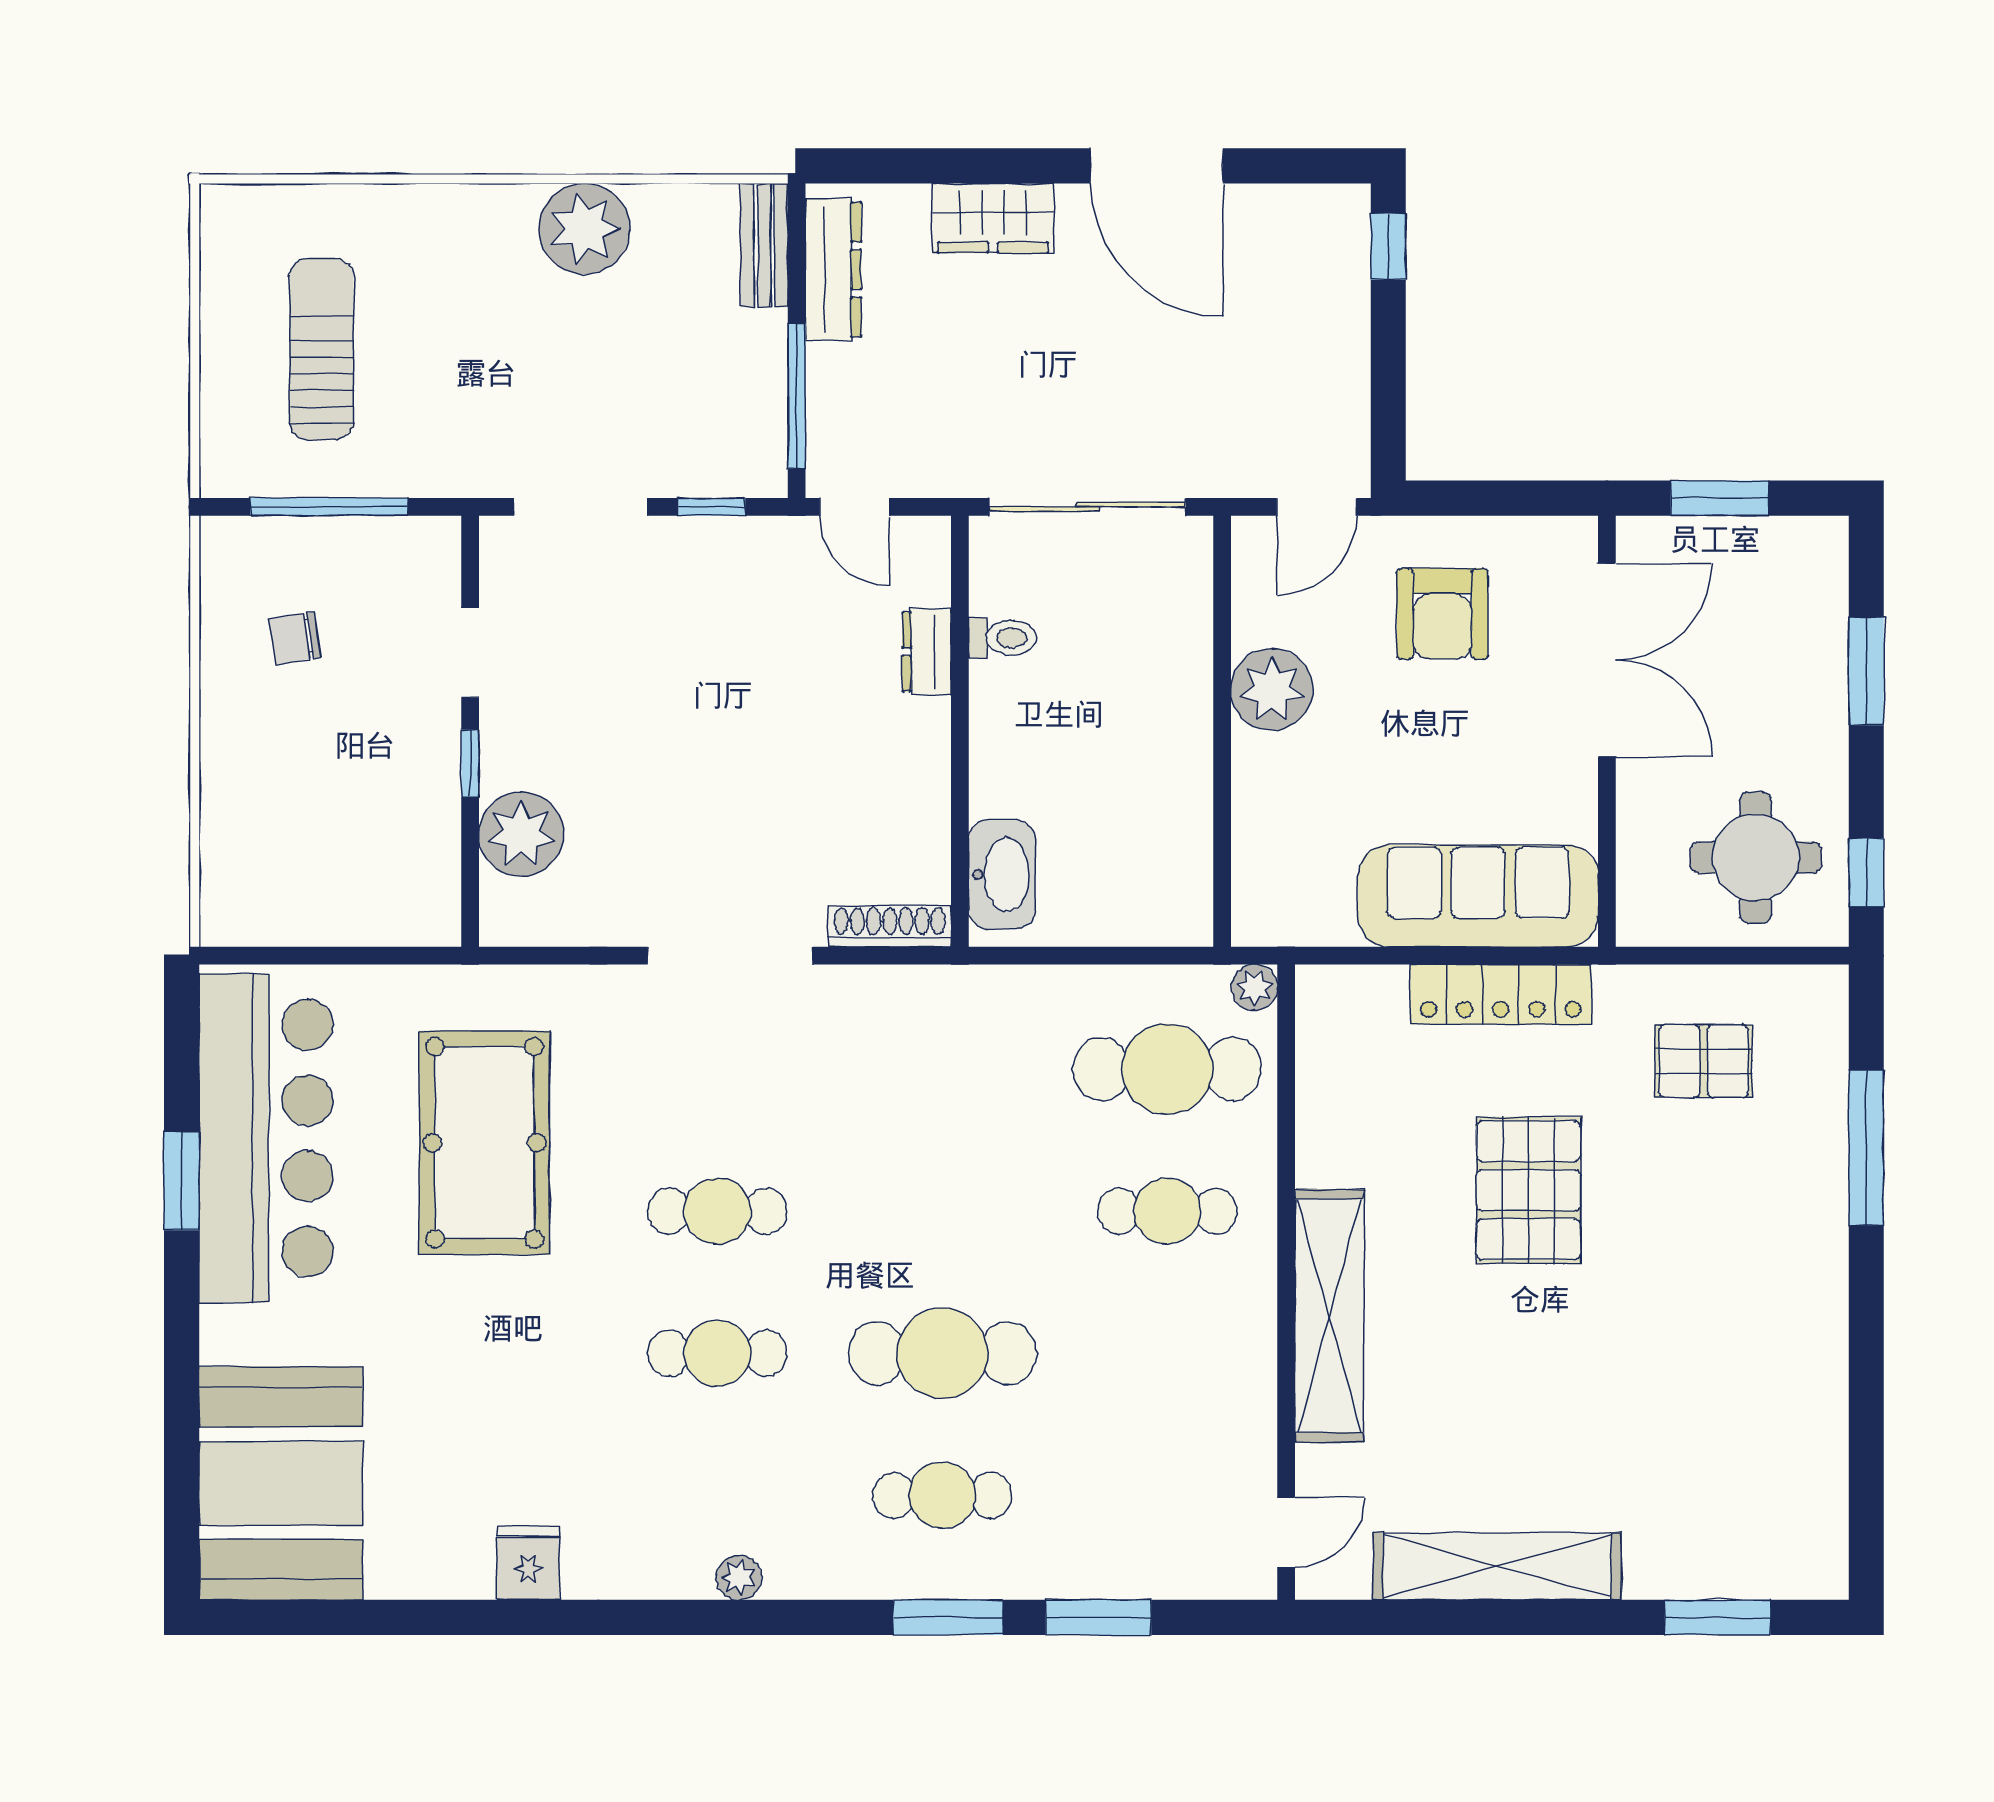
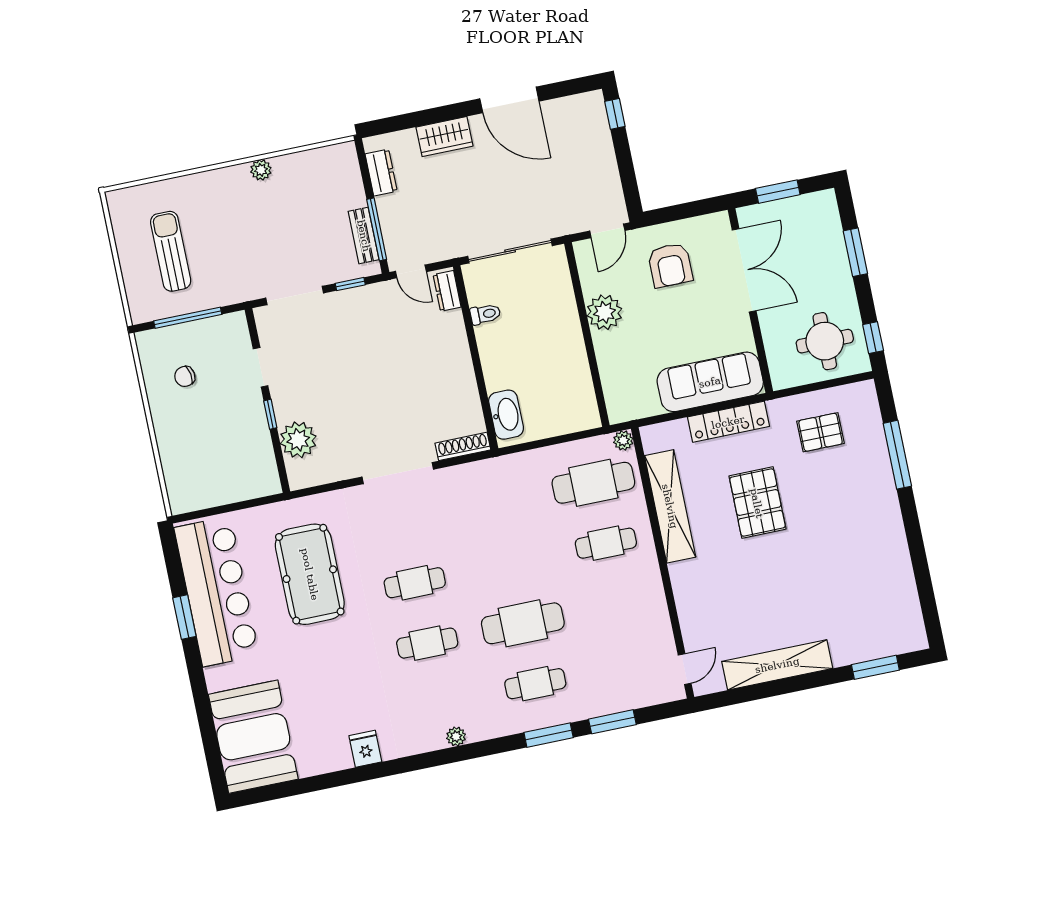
plant: (584, 229) -> (261, 170), width x0.53, depth x0.53
bench: (764, 245) -> (364, 236), moved
dresser: (833, 270) -> (381, 172), width x0.70
dresser: (927, 652) -> (447, 291), moved
shelving: (1329, 1316) -> (670, 506), moved

